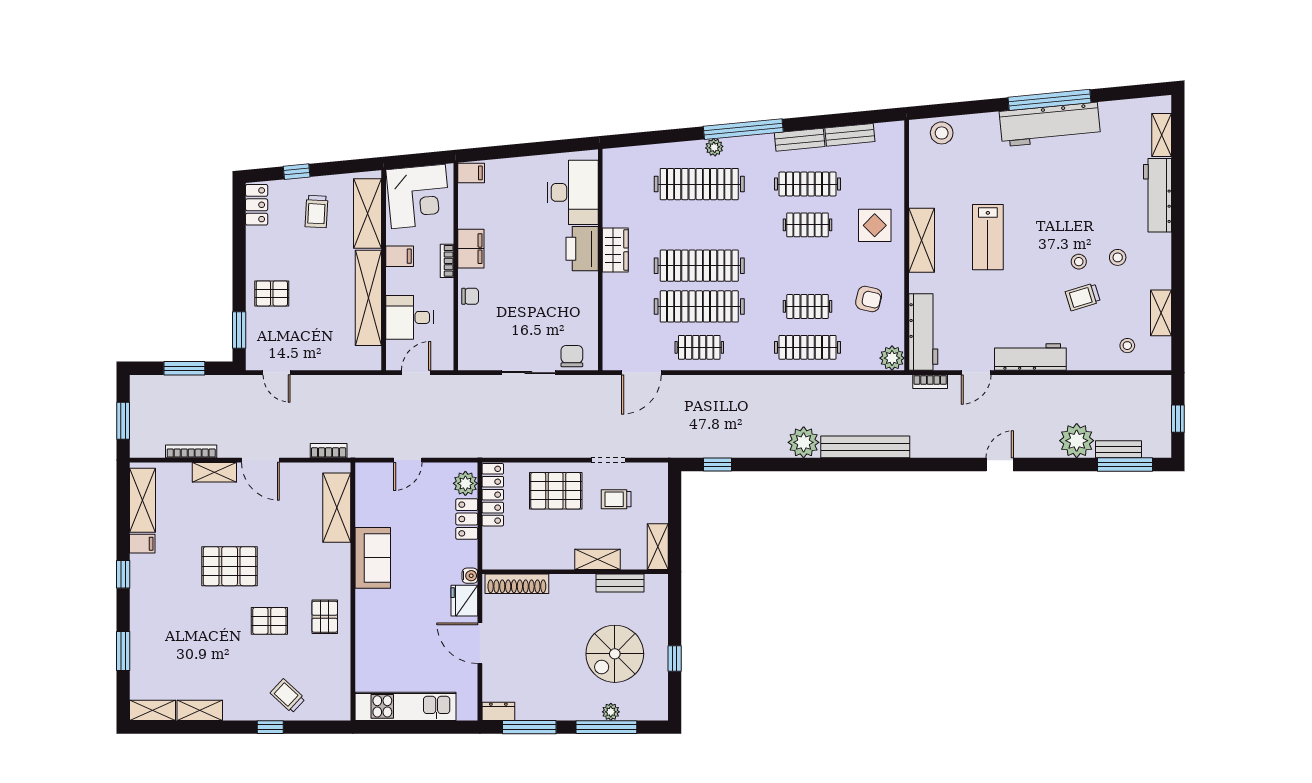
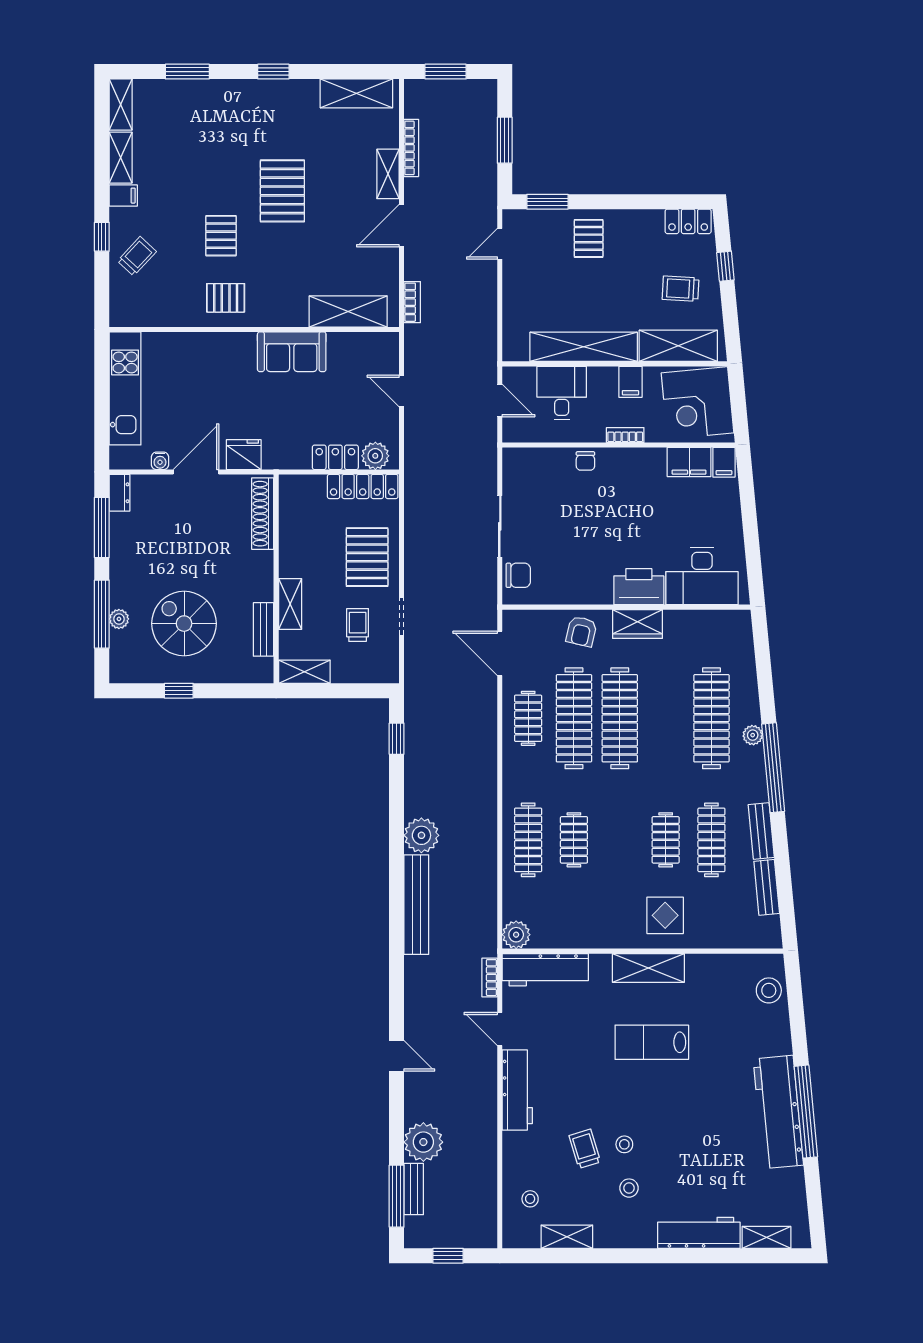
filing cabinet: (471, 249) -> (689, 462), moved
armchair: (869, 299) -> (581, 631), moved
filing cabinet: (142, 544) -> (123, 196), moved, turned -90
water cooler: (470, 576) -> (160, 461), moved

